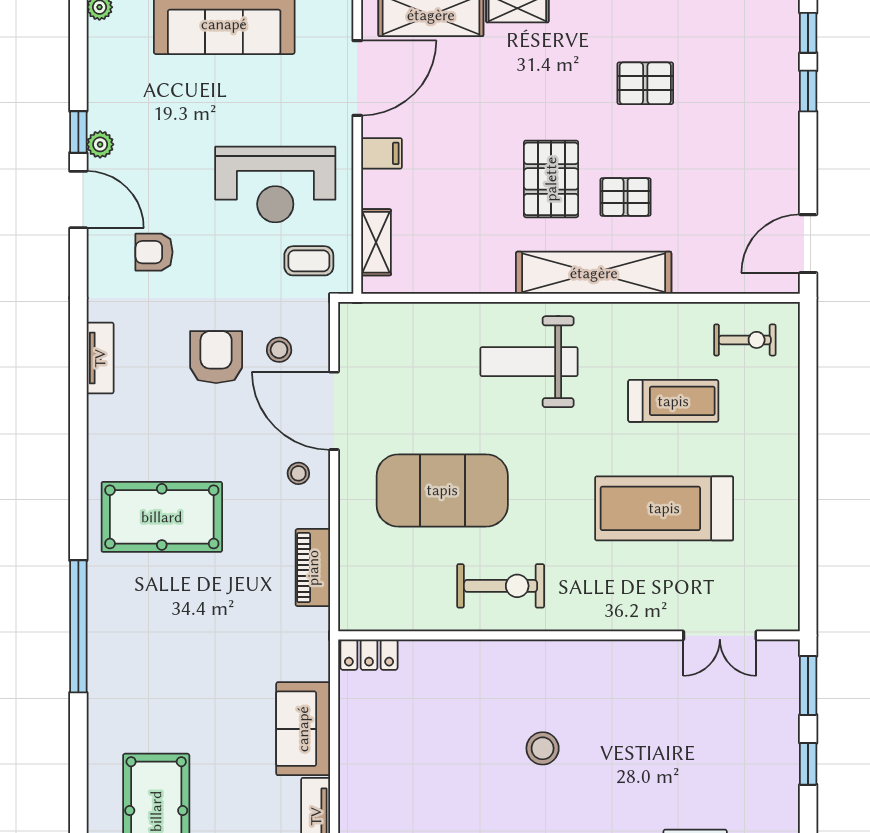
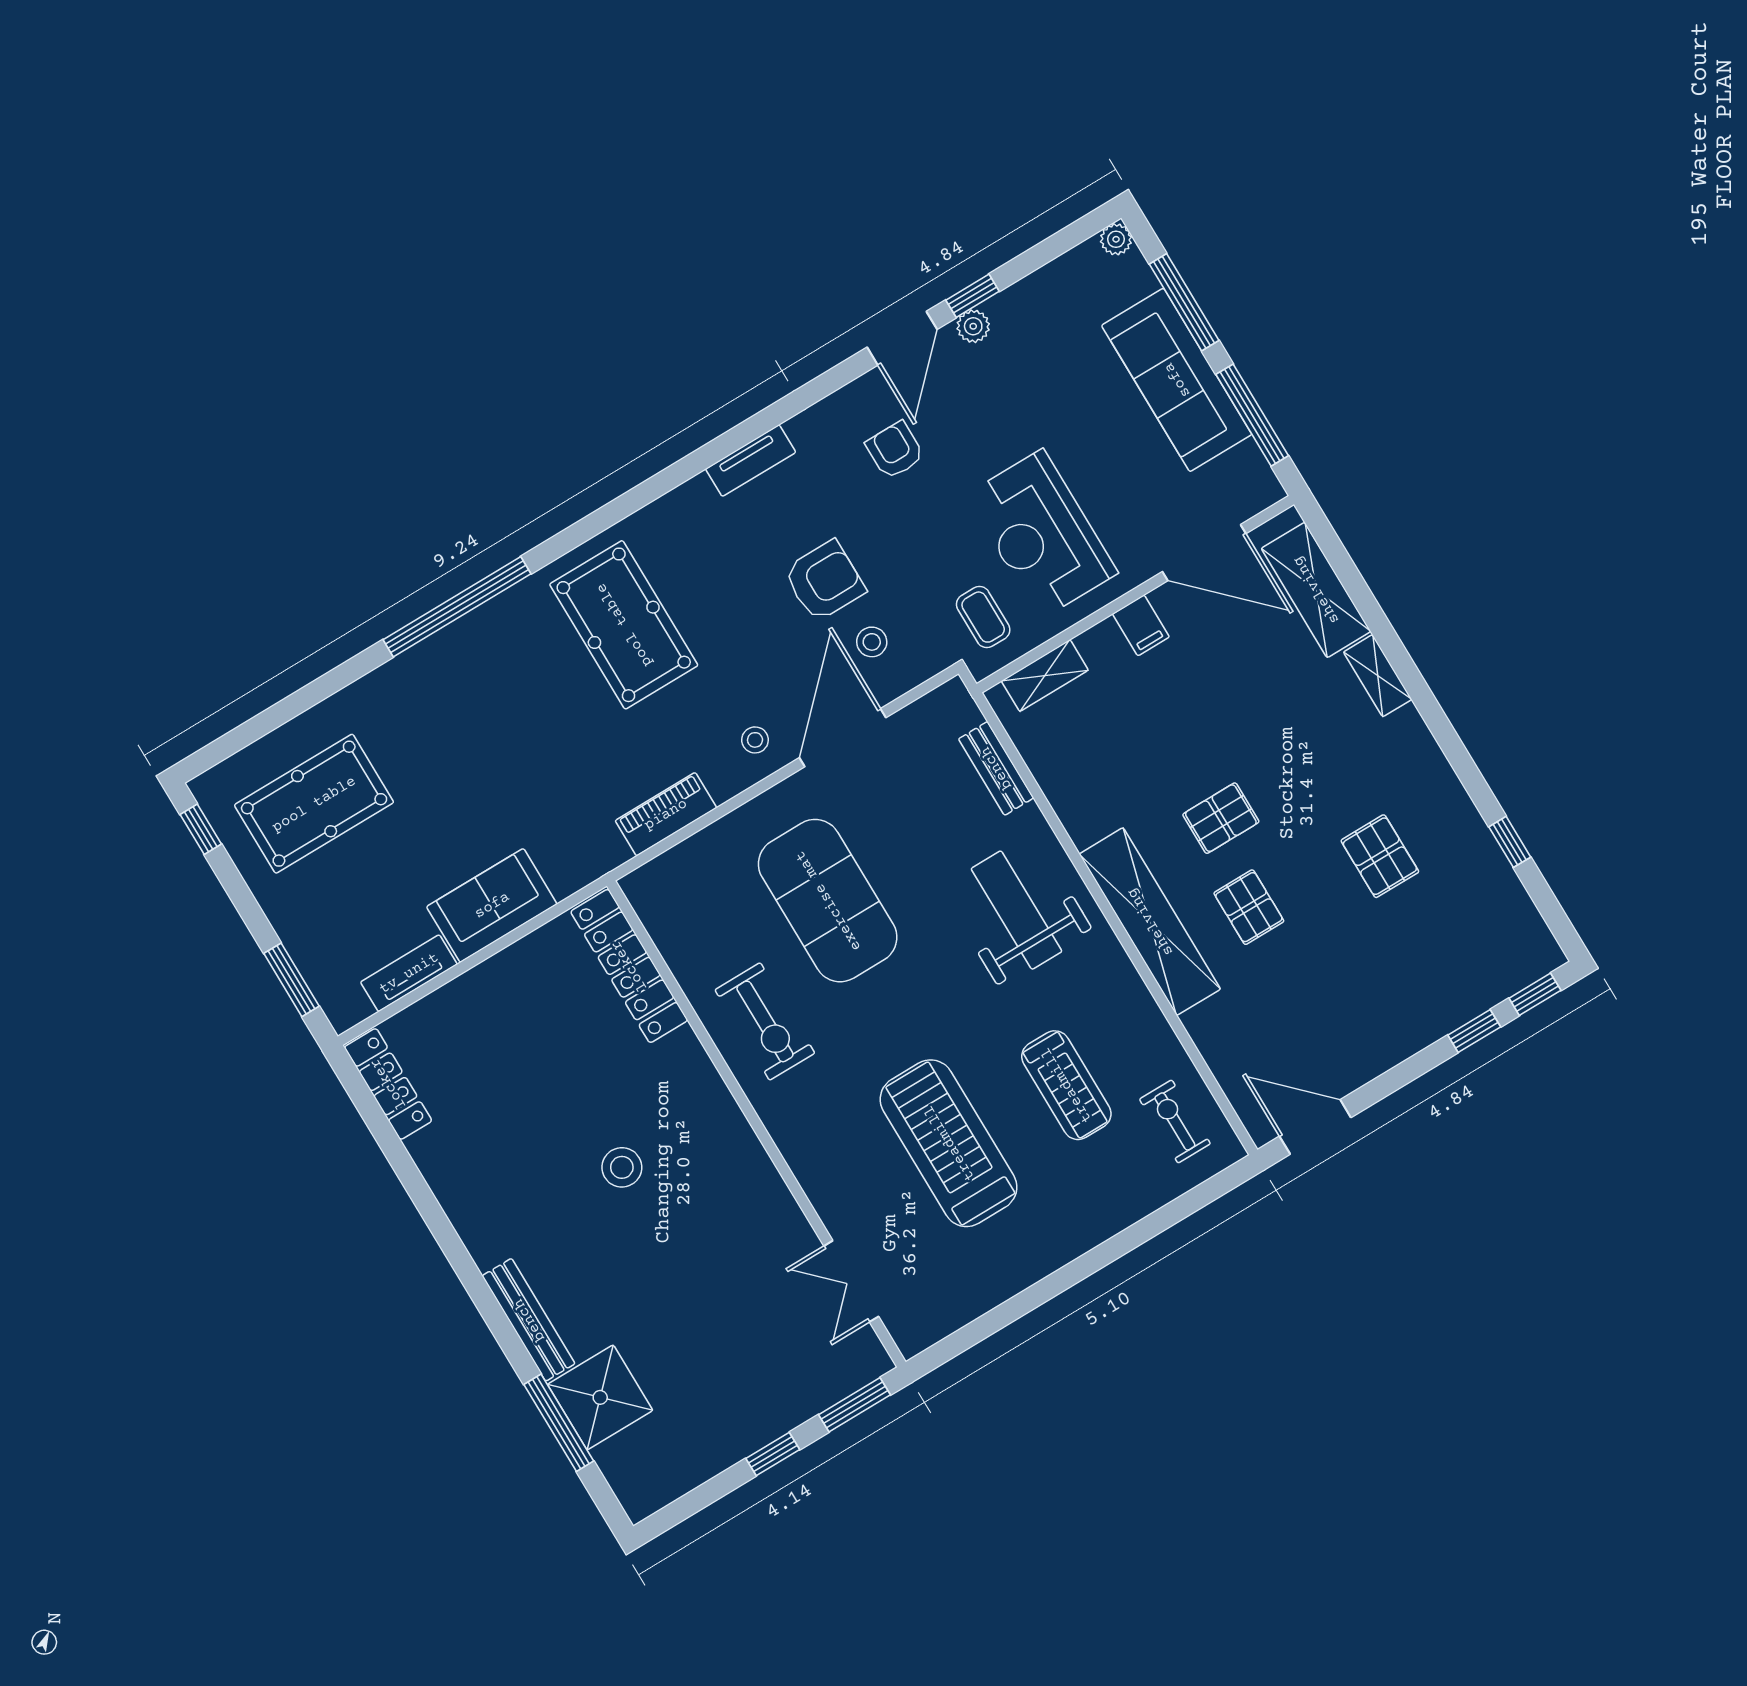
pallet: (551, 179) -> (1221, 818), width x0.67, depth x0.71
bench: (421, 316) -> (996, 768), added
exercise bike: (745, 340) -> (1175, 1121), turned 180
locker: (369, 655) -> (629, 966), width x2.16, depth x1.21

